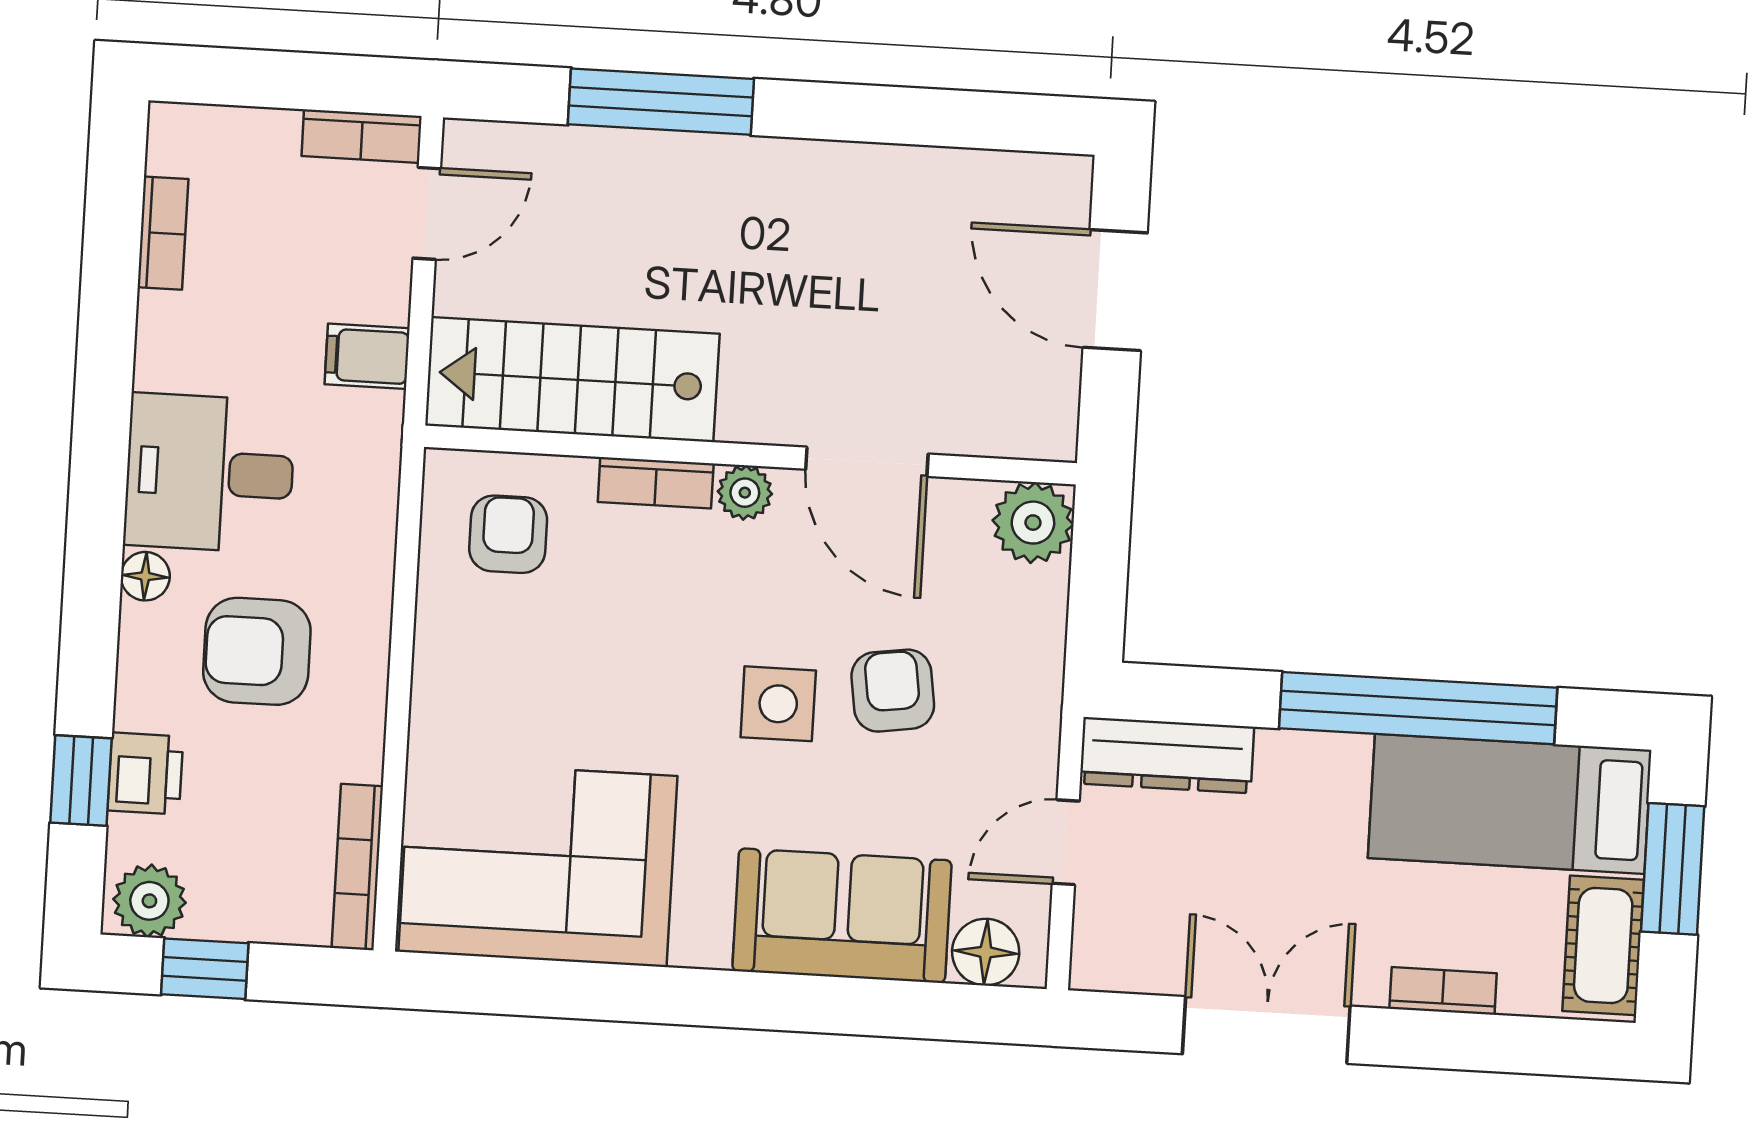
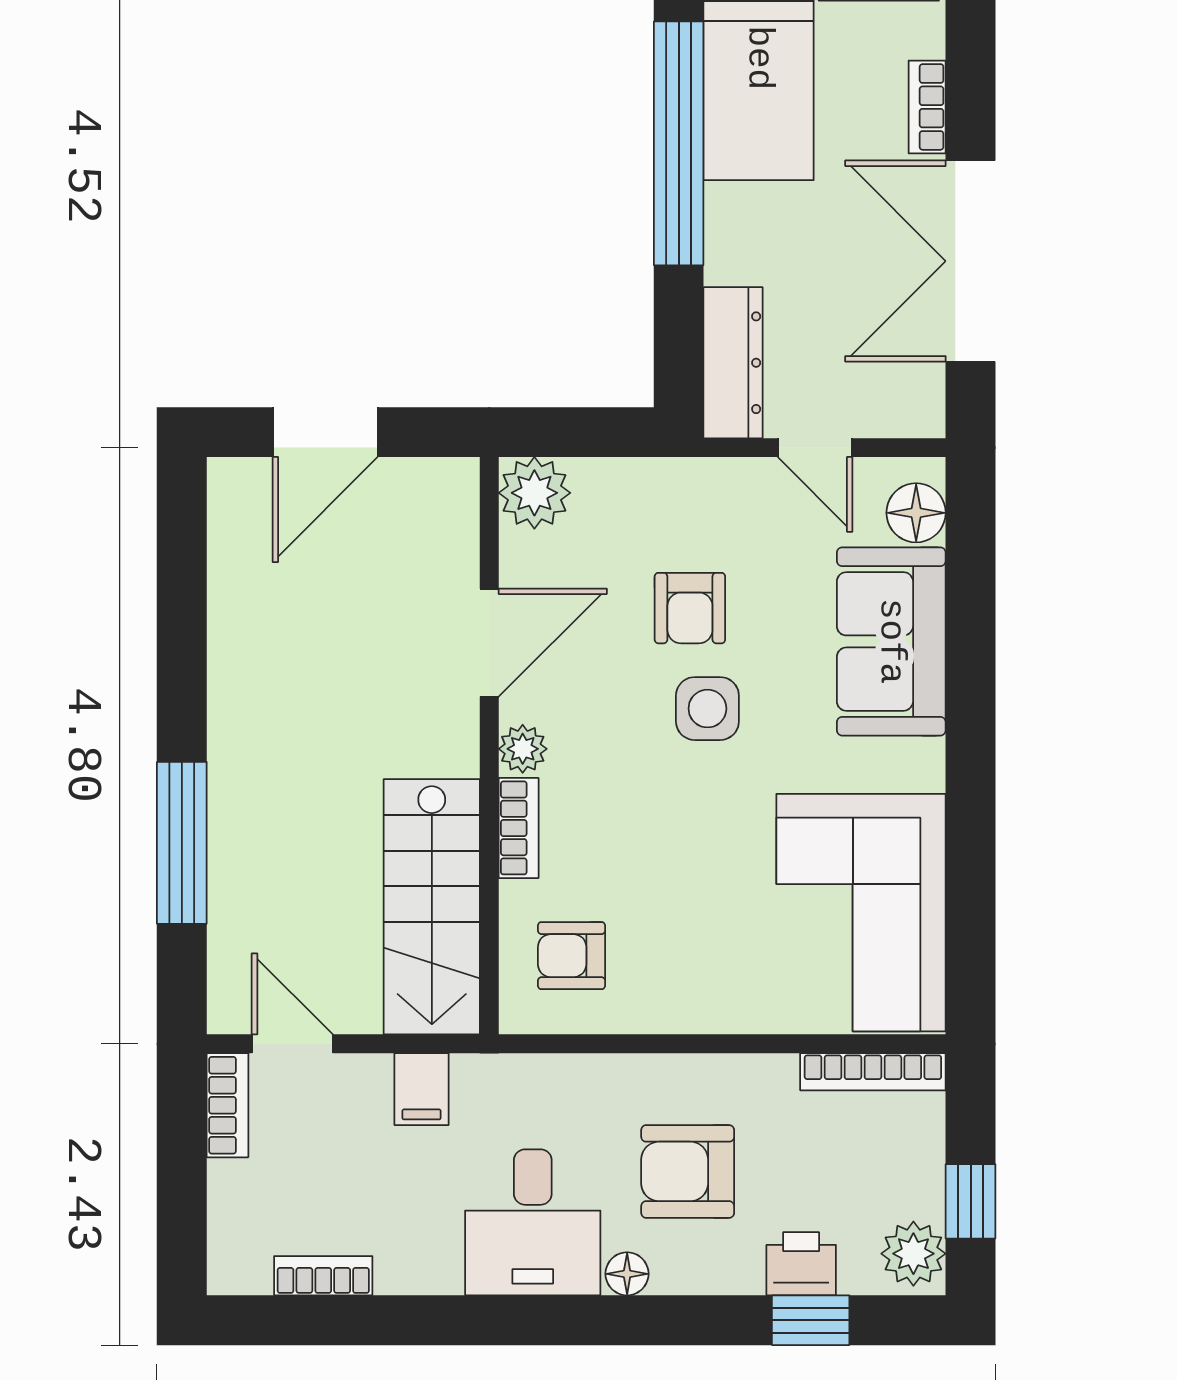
armchair: (257, 651) -> (688, 1171), turned 90
armchair: (893, 691) -> (690, 608), turned -82
double door: (1266, 1030) -> (971, 261), width x1.37

